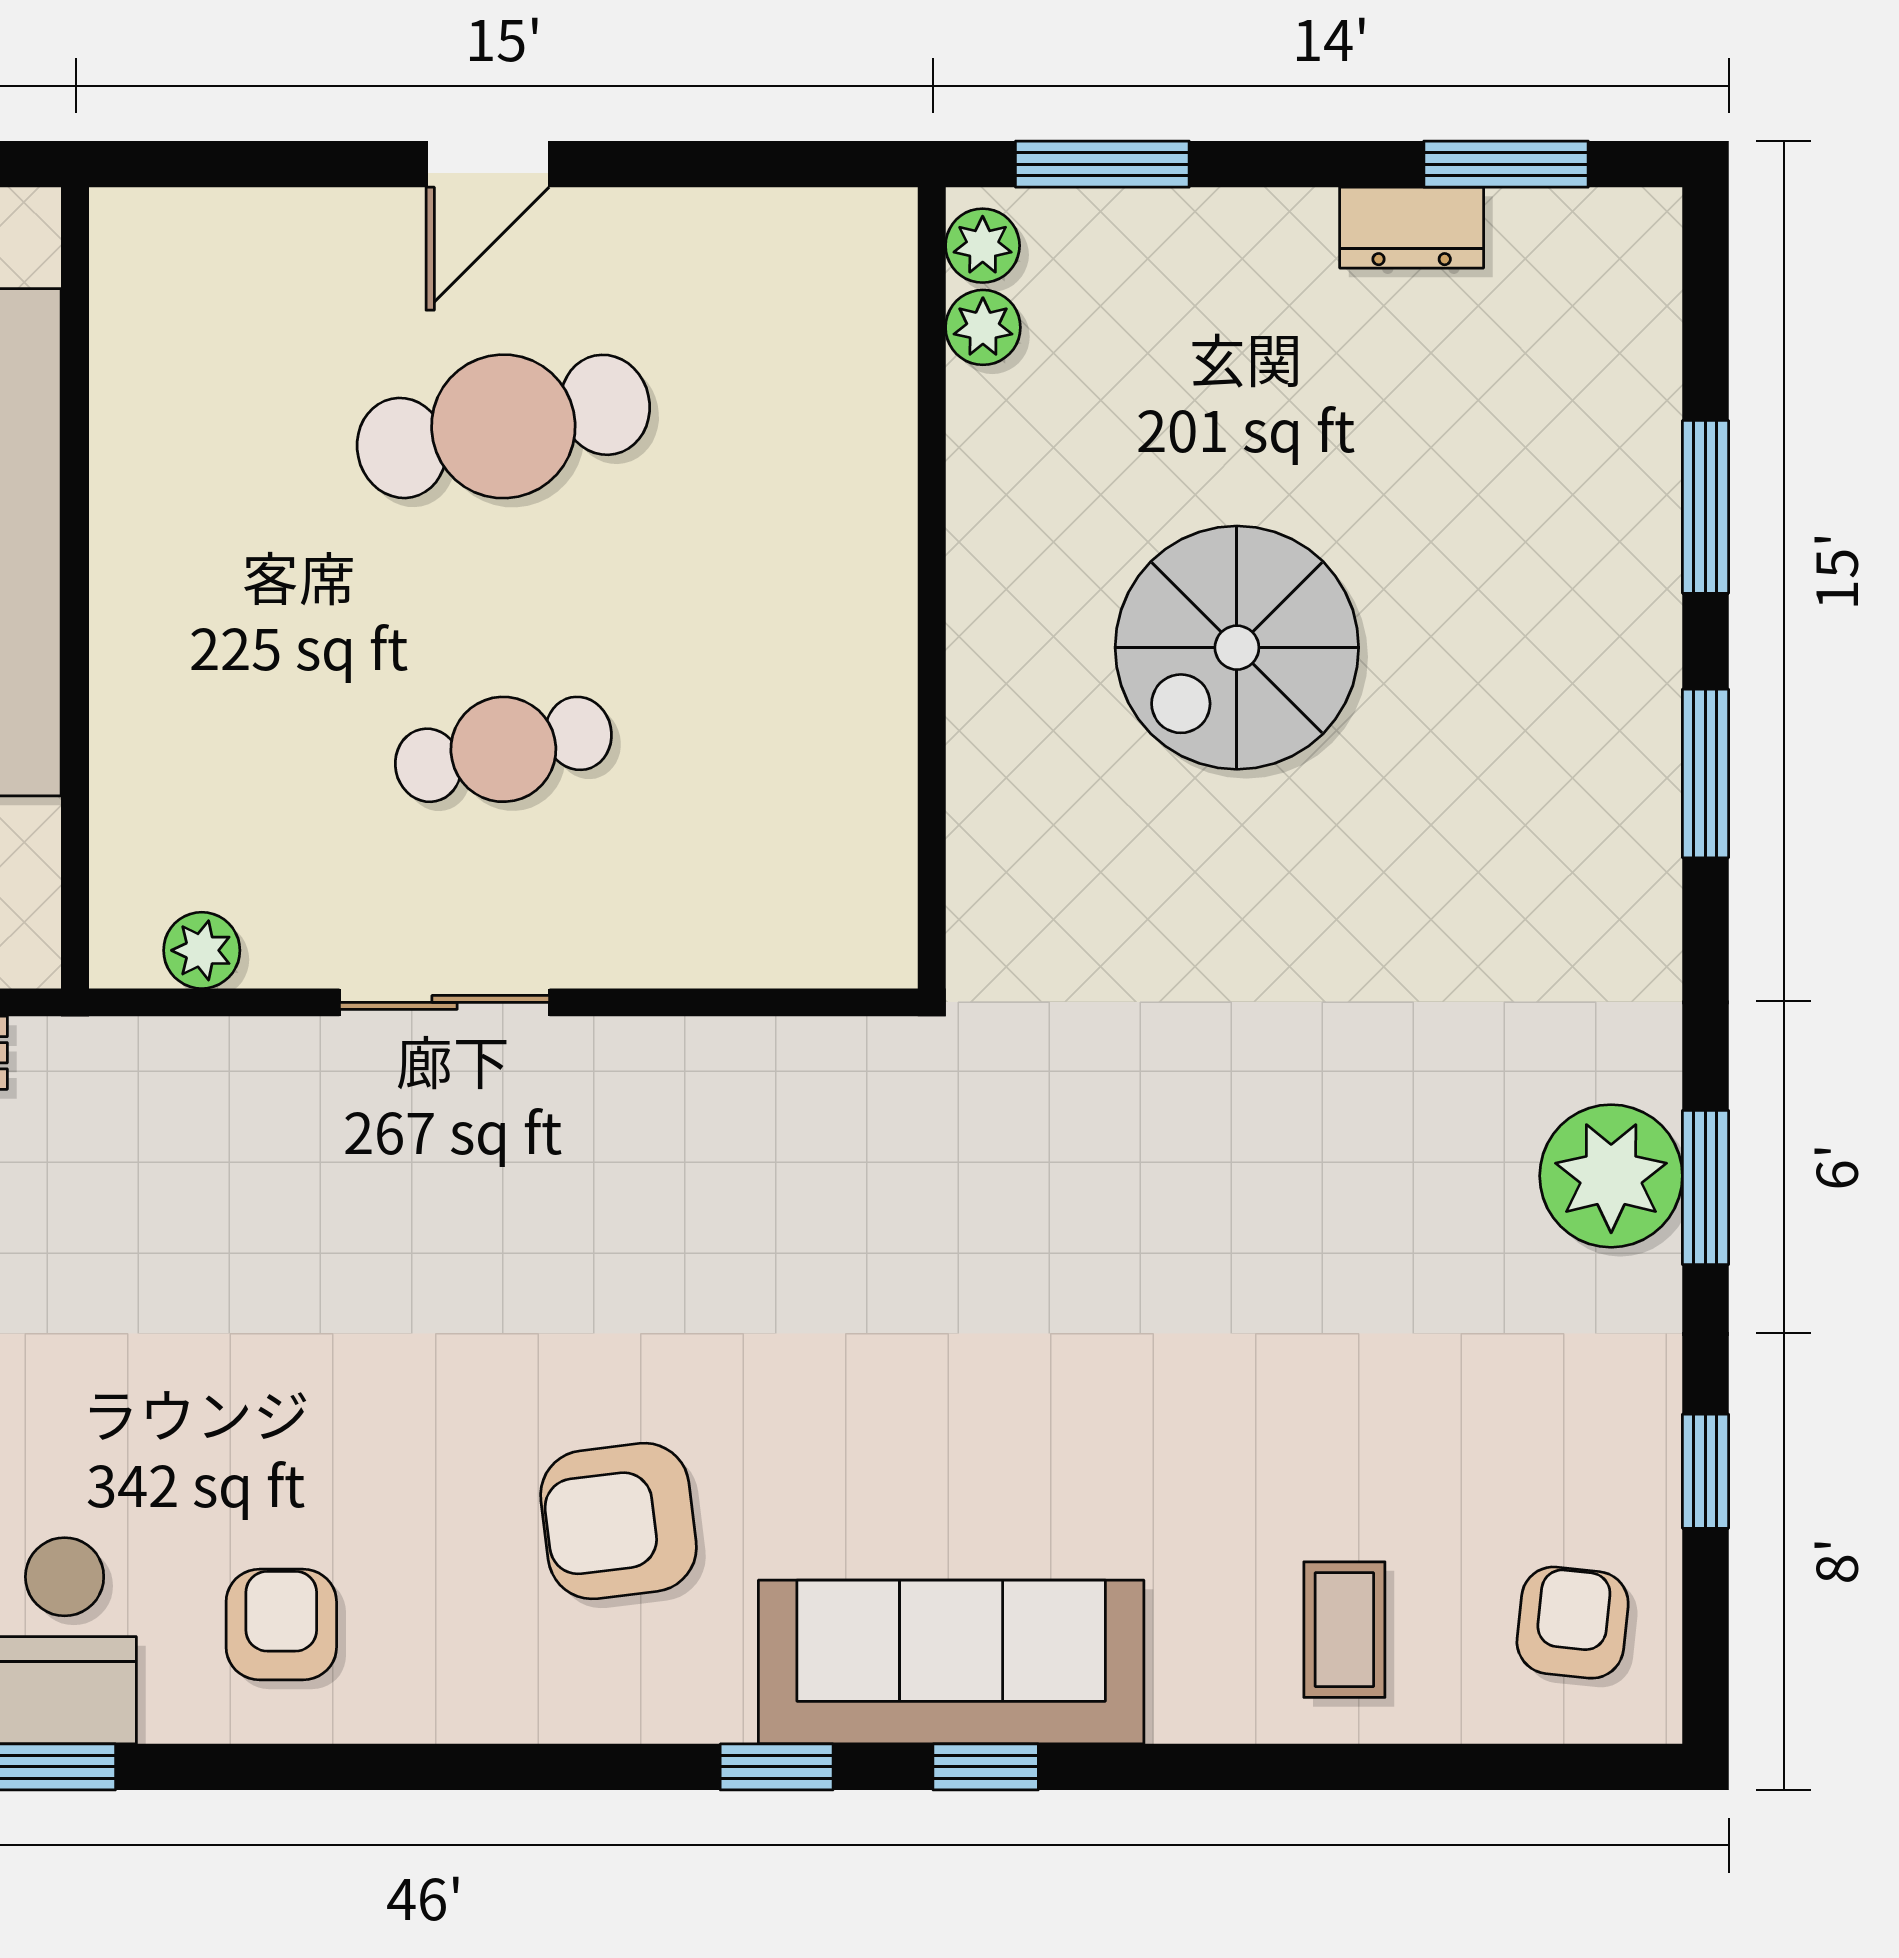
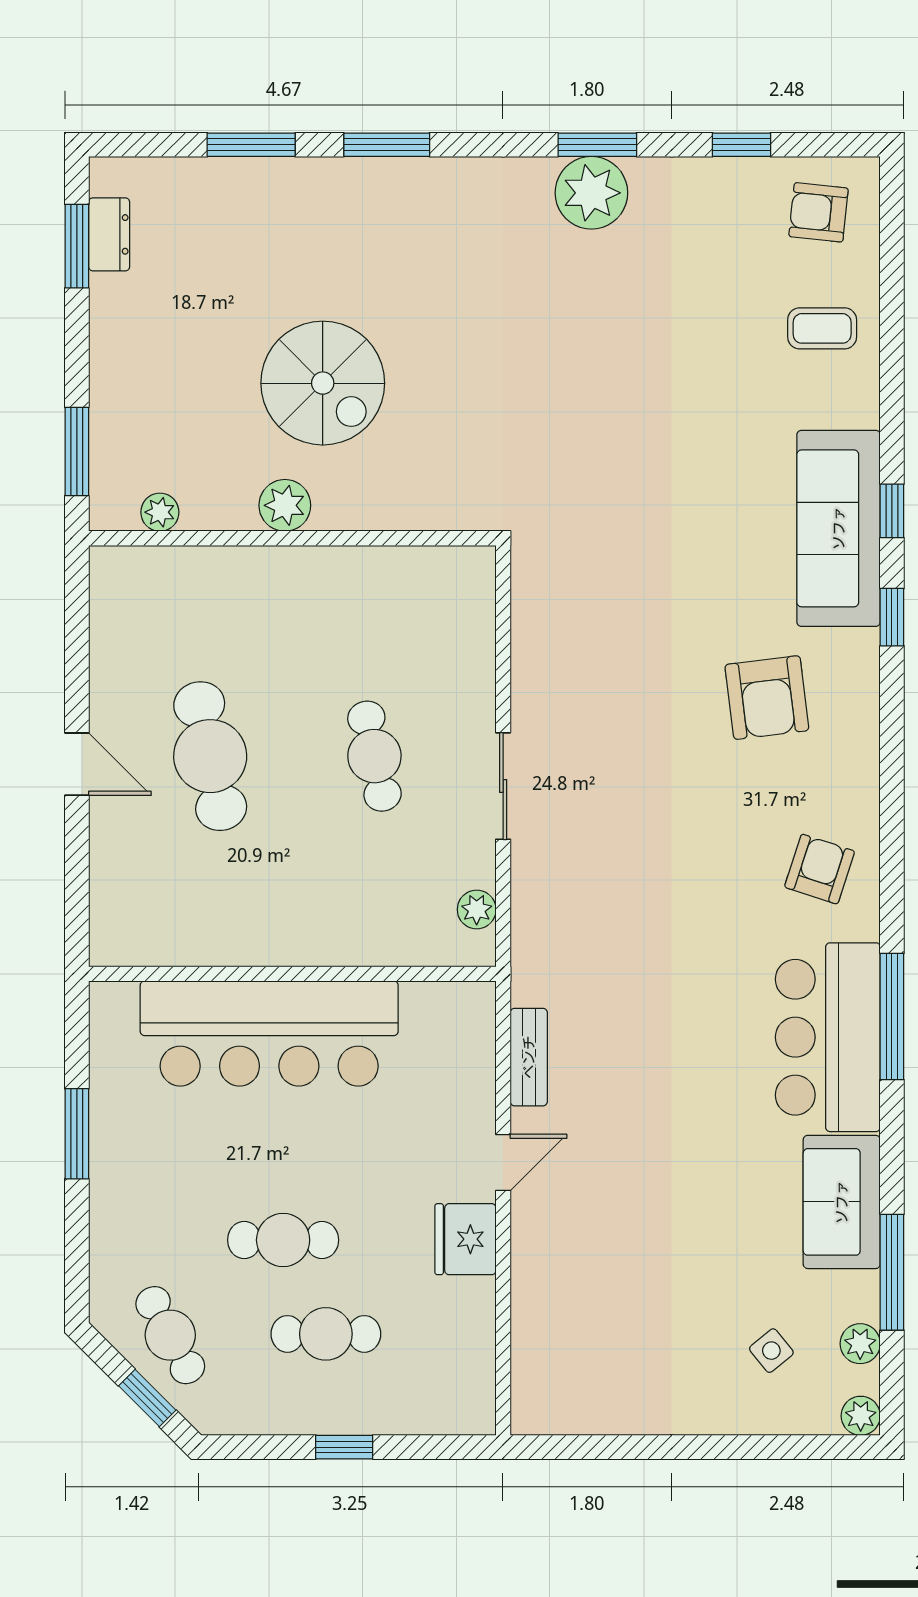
dresser: (1412, 228) -> (109, 234), moved
plant: (983, 246) -> (285, 505), moved, width x1.38, depth x1.38
armchair: (281, 1624) -> (820, 869), turned 108

